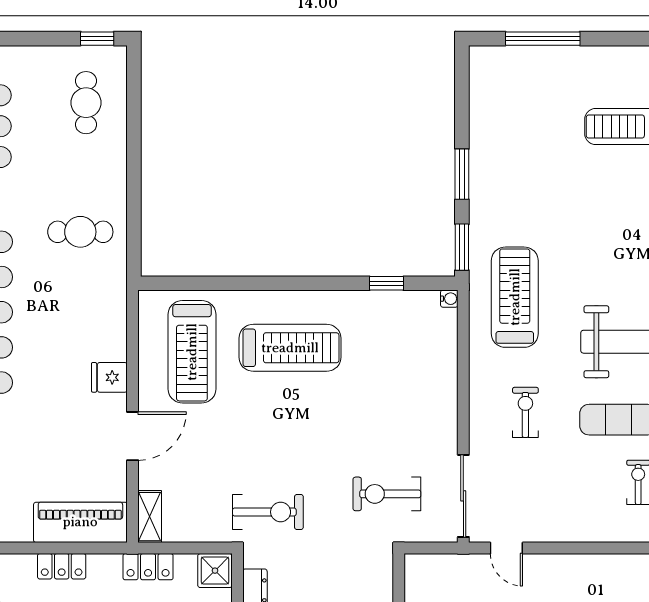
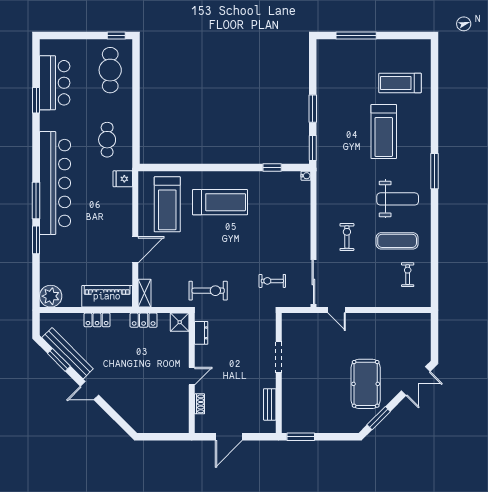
cafe table: (86, 103) -> (110, 70), width x1.37, depth x1.35
cafe table: (80, 232) -> (107, 140), turned 90
treadmill: (515, 297) -> (384, 132), moved, turned 180
fridge: (109, 377) -> (123, 179), moved
exercise bike: (387, 494) -> (272, 281), width x0.73, depth x0.72

